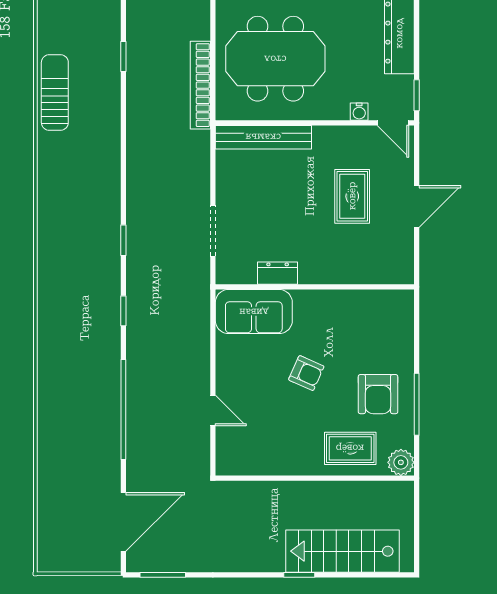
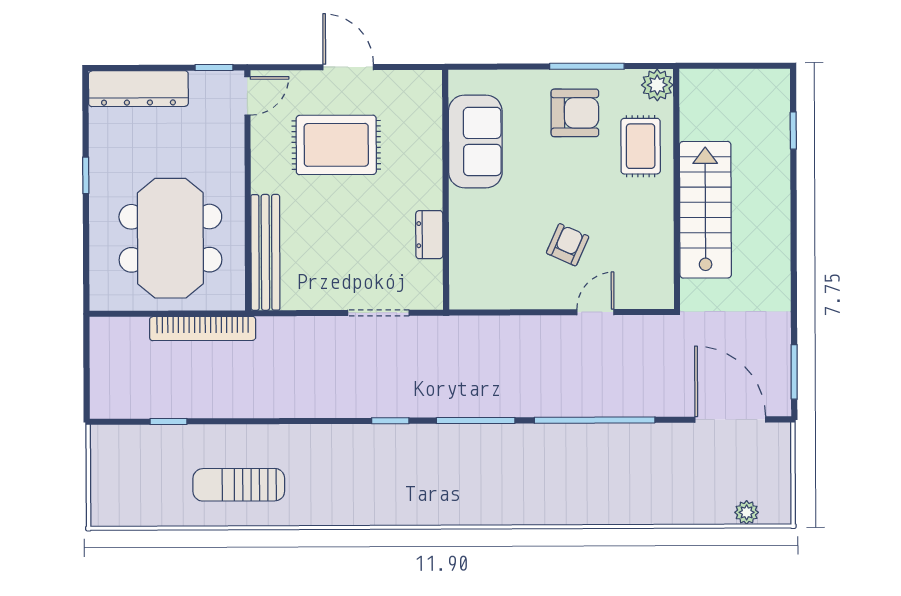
sun lounger: (55, 93) -> (239, 485), moved
water cooler: (359, 112) -> (234, 137), removed
rug: (352, 196) -> (336, 145), width x1.36, depth x1.43
window: (123, 311) -> (476, 420), width x2.17
sofa: (254, 312) -> (475, 141), moved
armchair: (306, 373) -> (568, 245), moved
plant: (47, 535) -> (747, 512), added
stairs: (343, 551) -> (705, 210), moved, turned 180
window: (299, 575) -> (793, 131), moved

